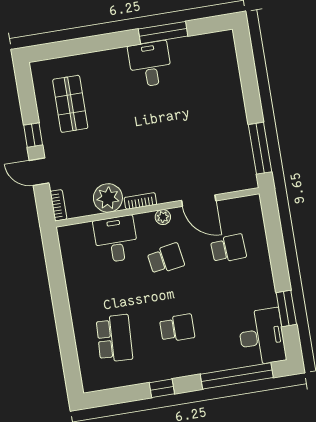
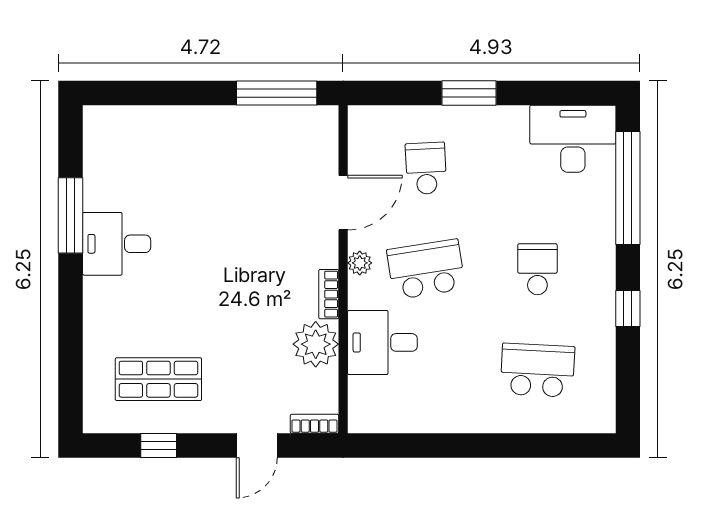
window: (33, 135) -> (159, 445), moved
school desk: (166, 259) -> (426, 269), width x1.85
window: (286, 308) -> (469, 93), moved

